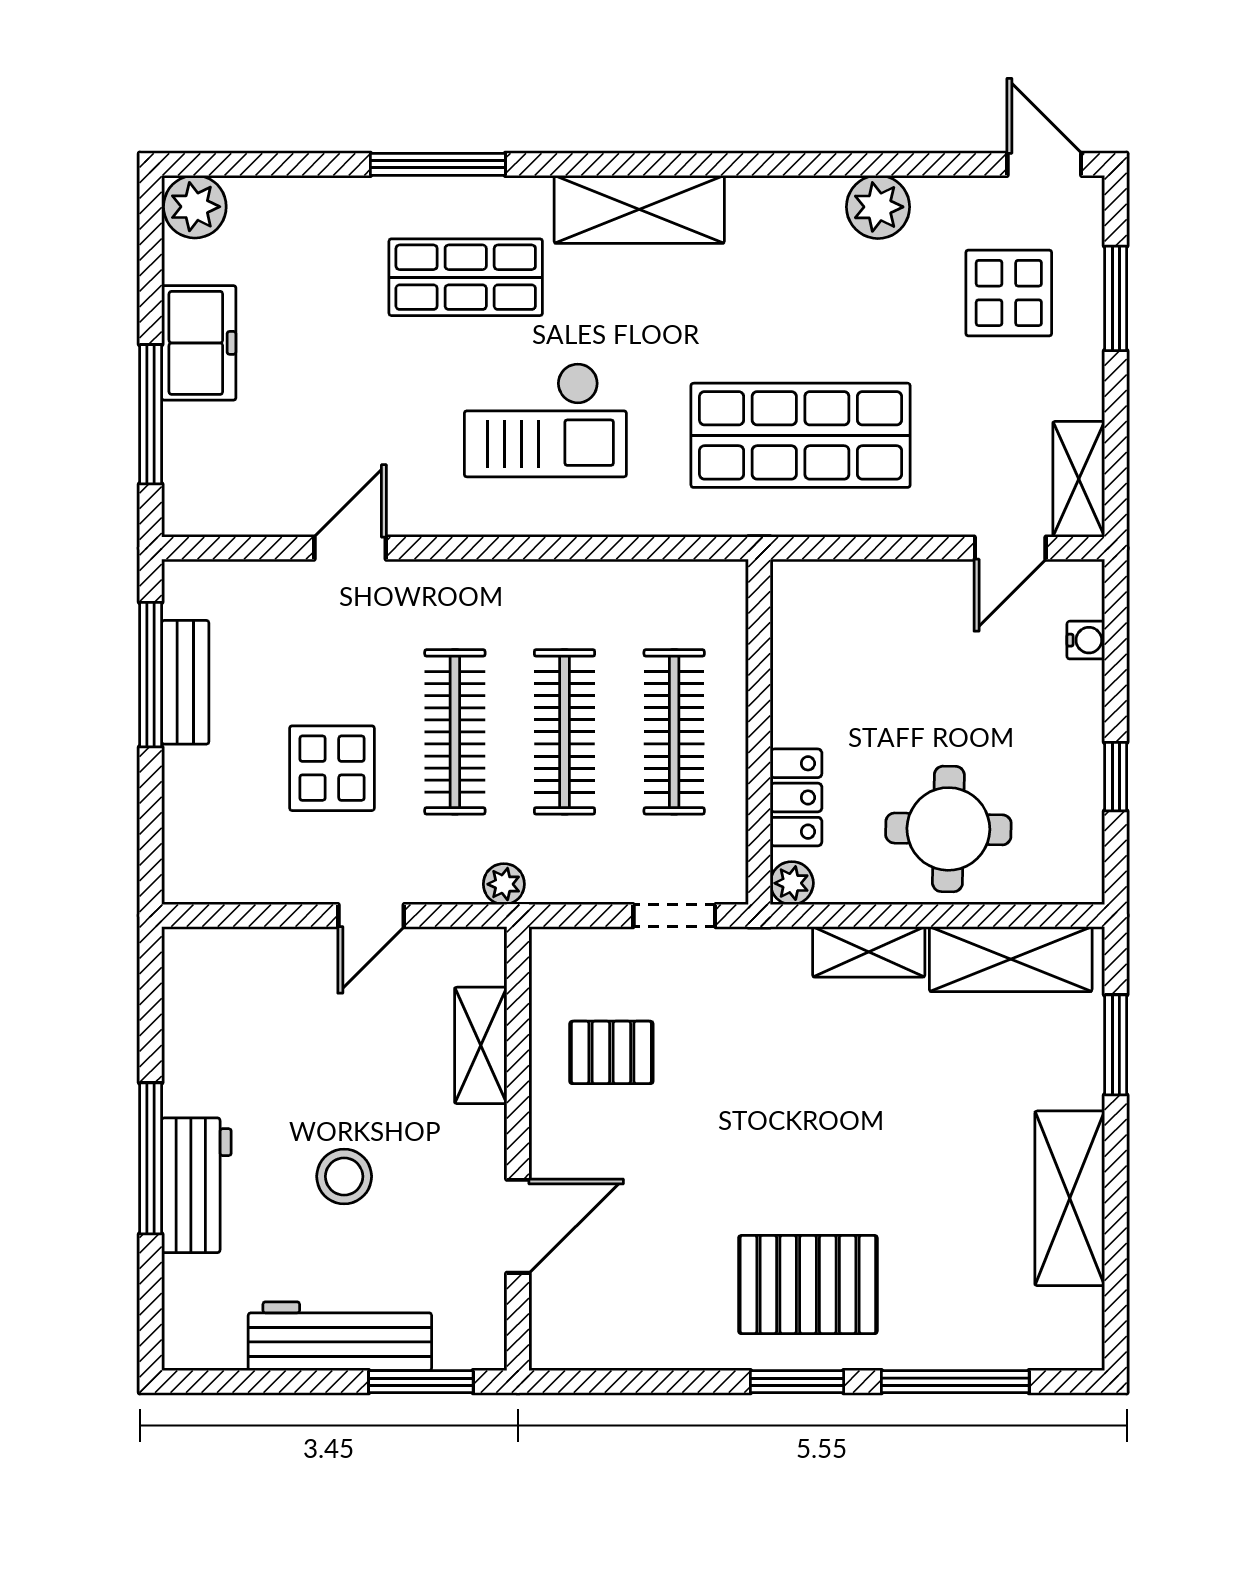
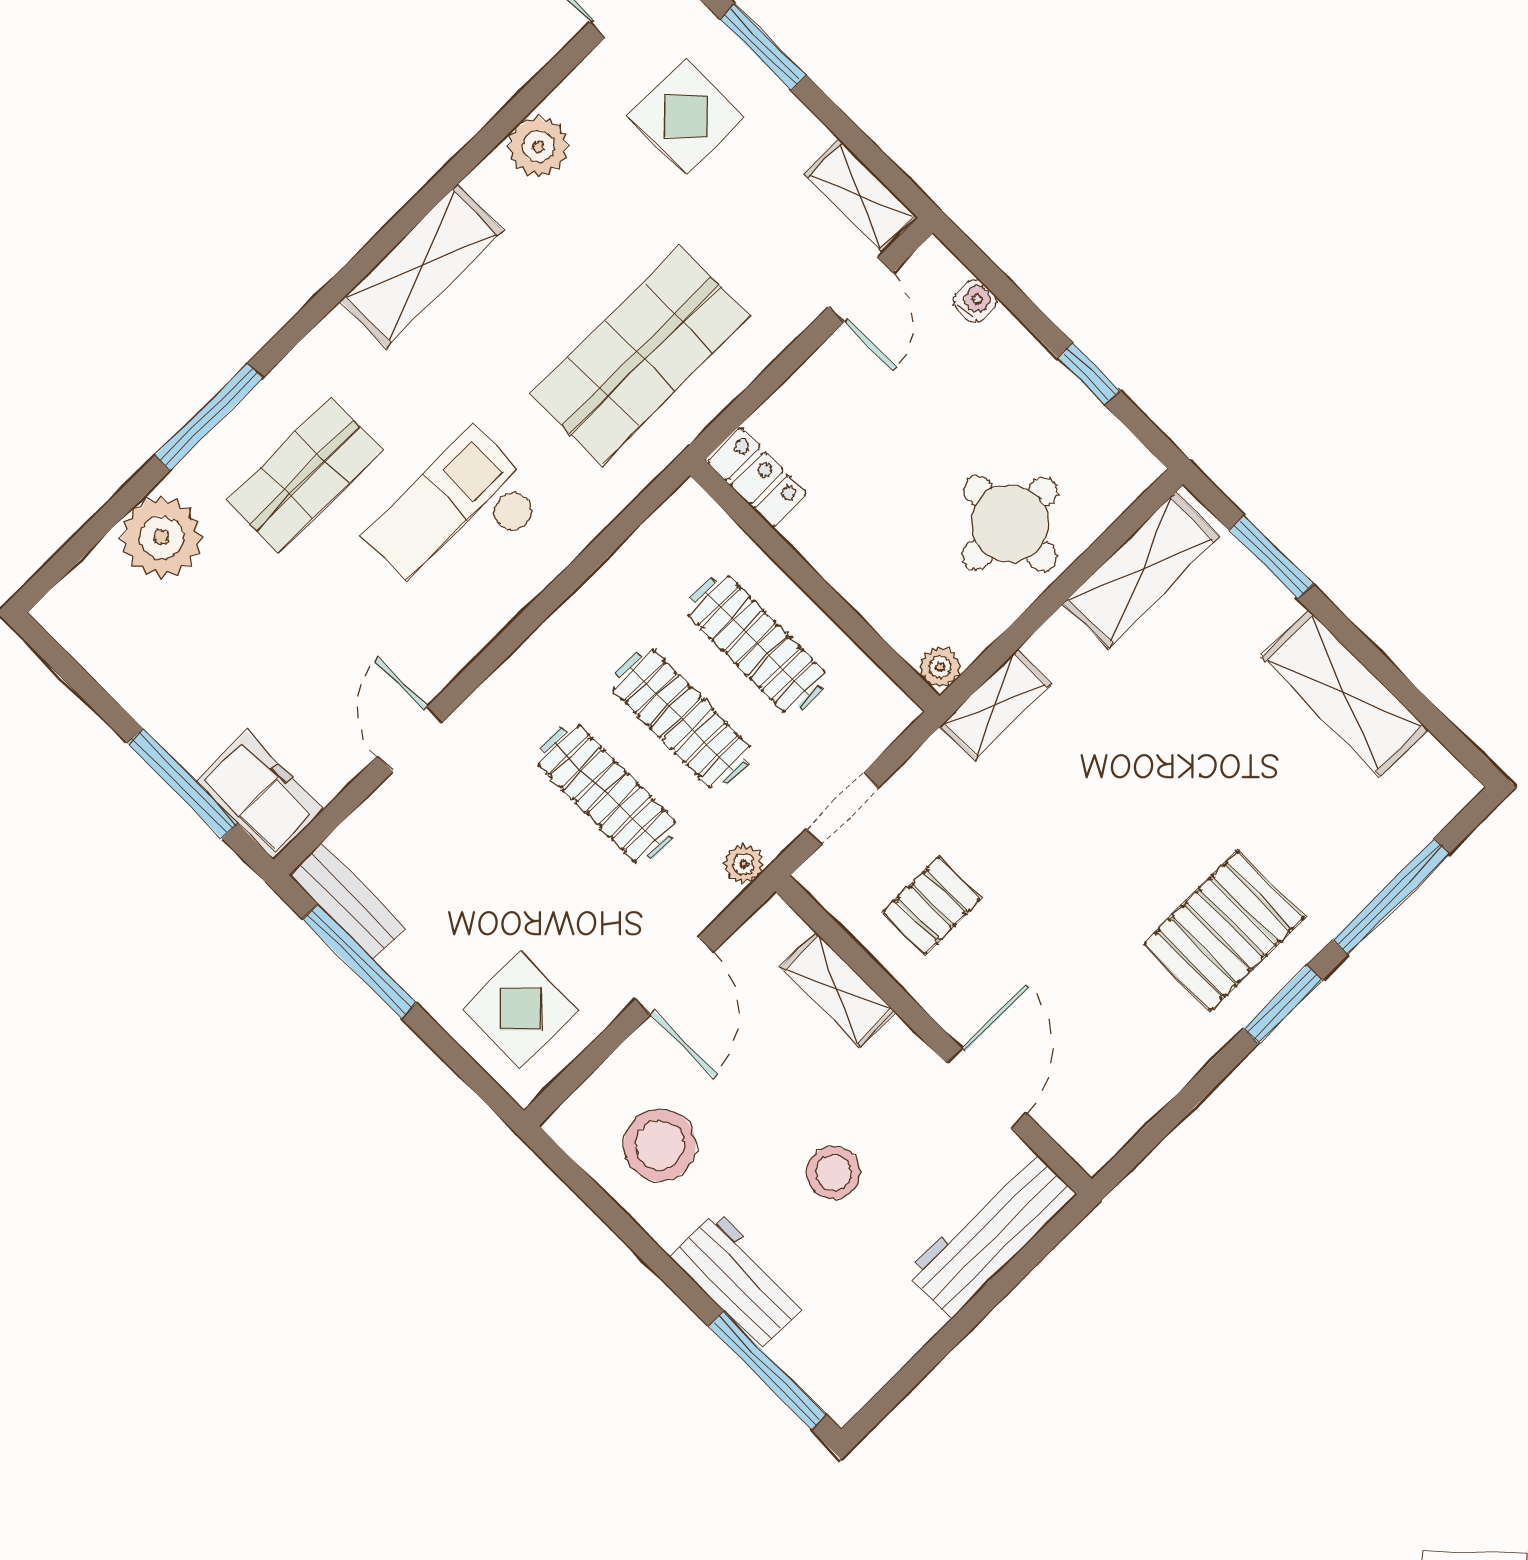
plant: (195, 207) -> (161, 537), moved, width x1.36, depth x1.36
shelving: (639, 209) -> (422, 266), moved
freezer: (199, 343) -> (260, 795), moved
checkout: (545, 420) -> (456, 518), turned 180
bench: (185, 682) -> (347, 901), moved
display table: (332, 768) -> (520, 1009), moved
locker: (796, 797) -> (757, 478), moved
door: (371, 916) -> (674, 976), width x1.38
doorway: (674, 916) -> (842, 808), moved
shelving: (869, 952) -> (996, 705), moved
stool: (236, 1029) -> (660, 1145), added
window: (151, 1158) -> (767, 1370), moved
workbench: (340, 1336) -> (991, 1233), moved
window: (421, 1382) -> (1026, 1260), removed

